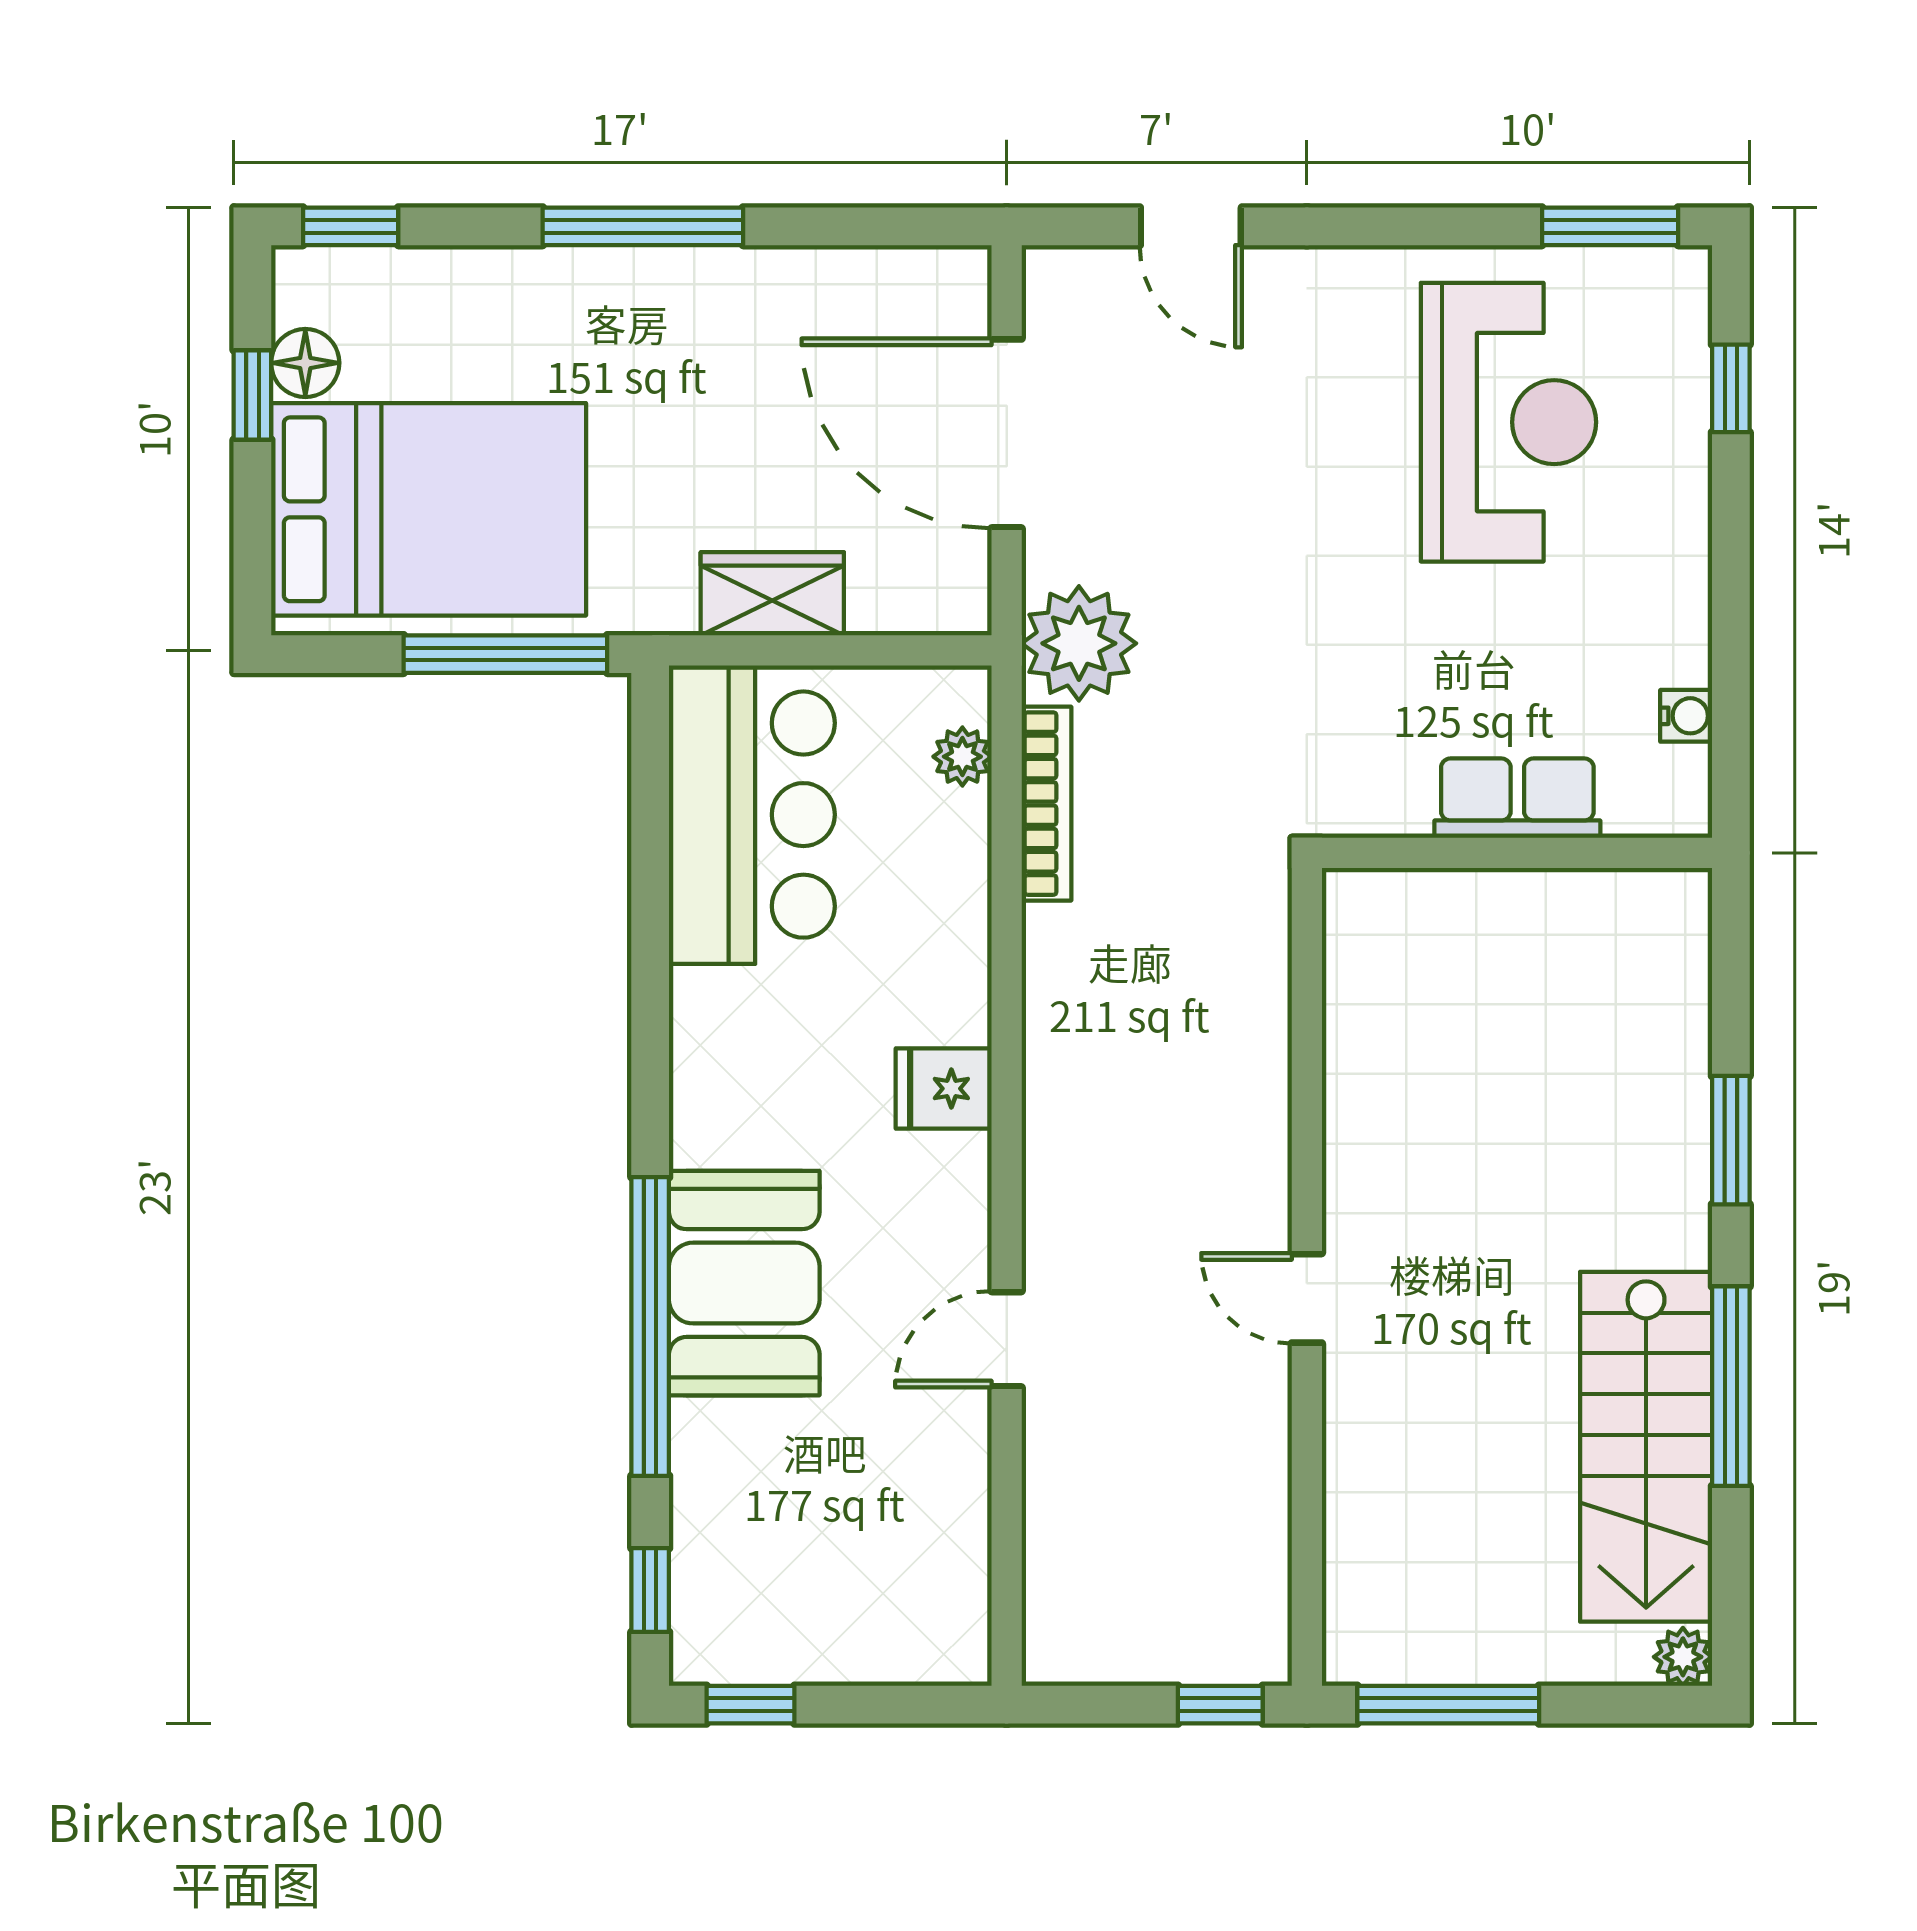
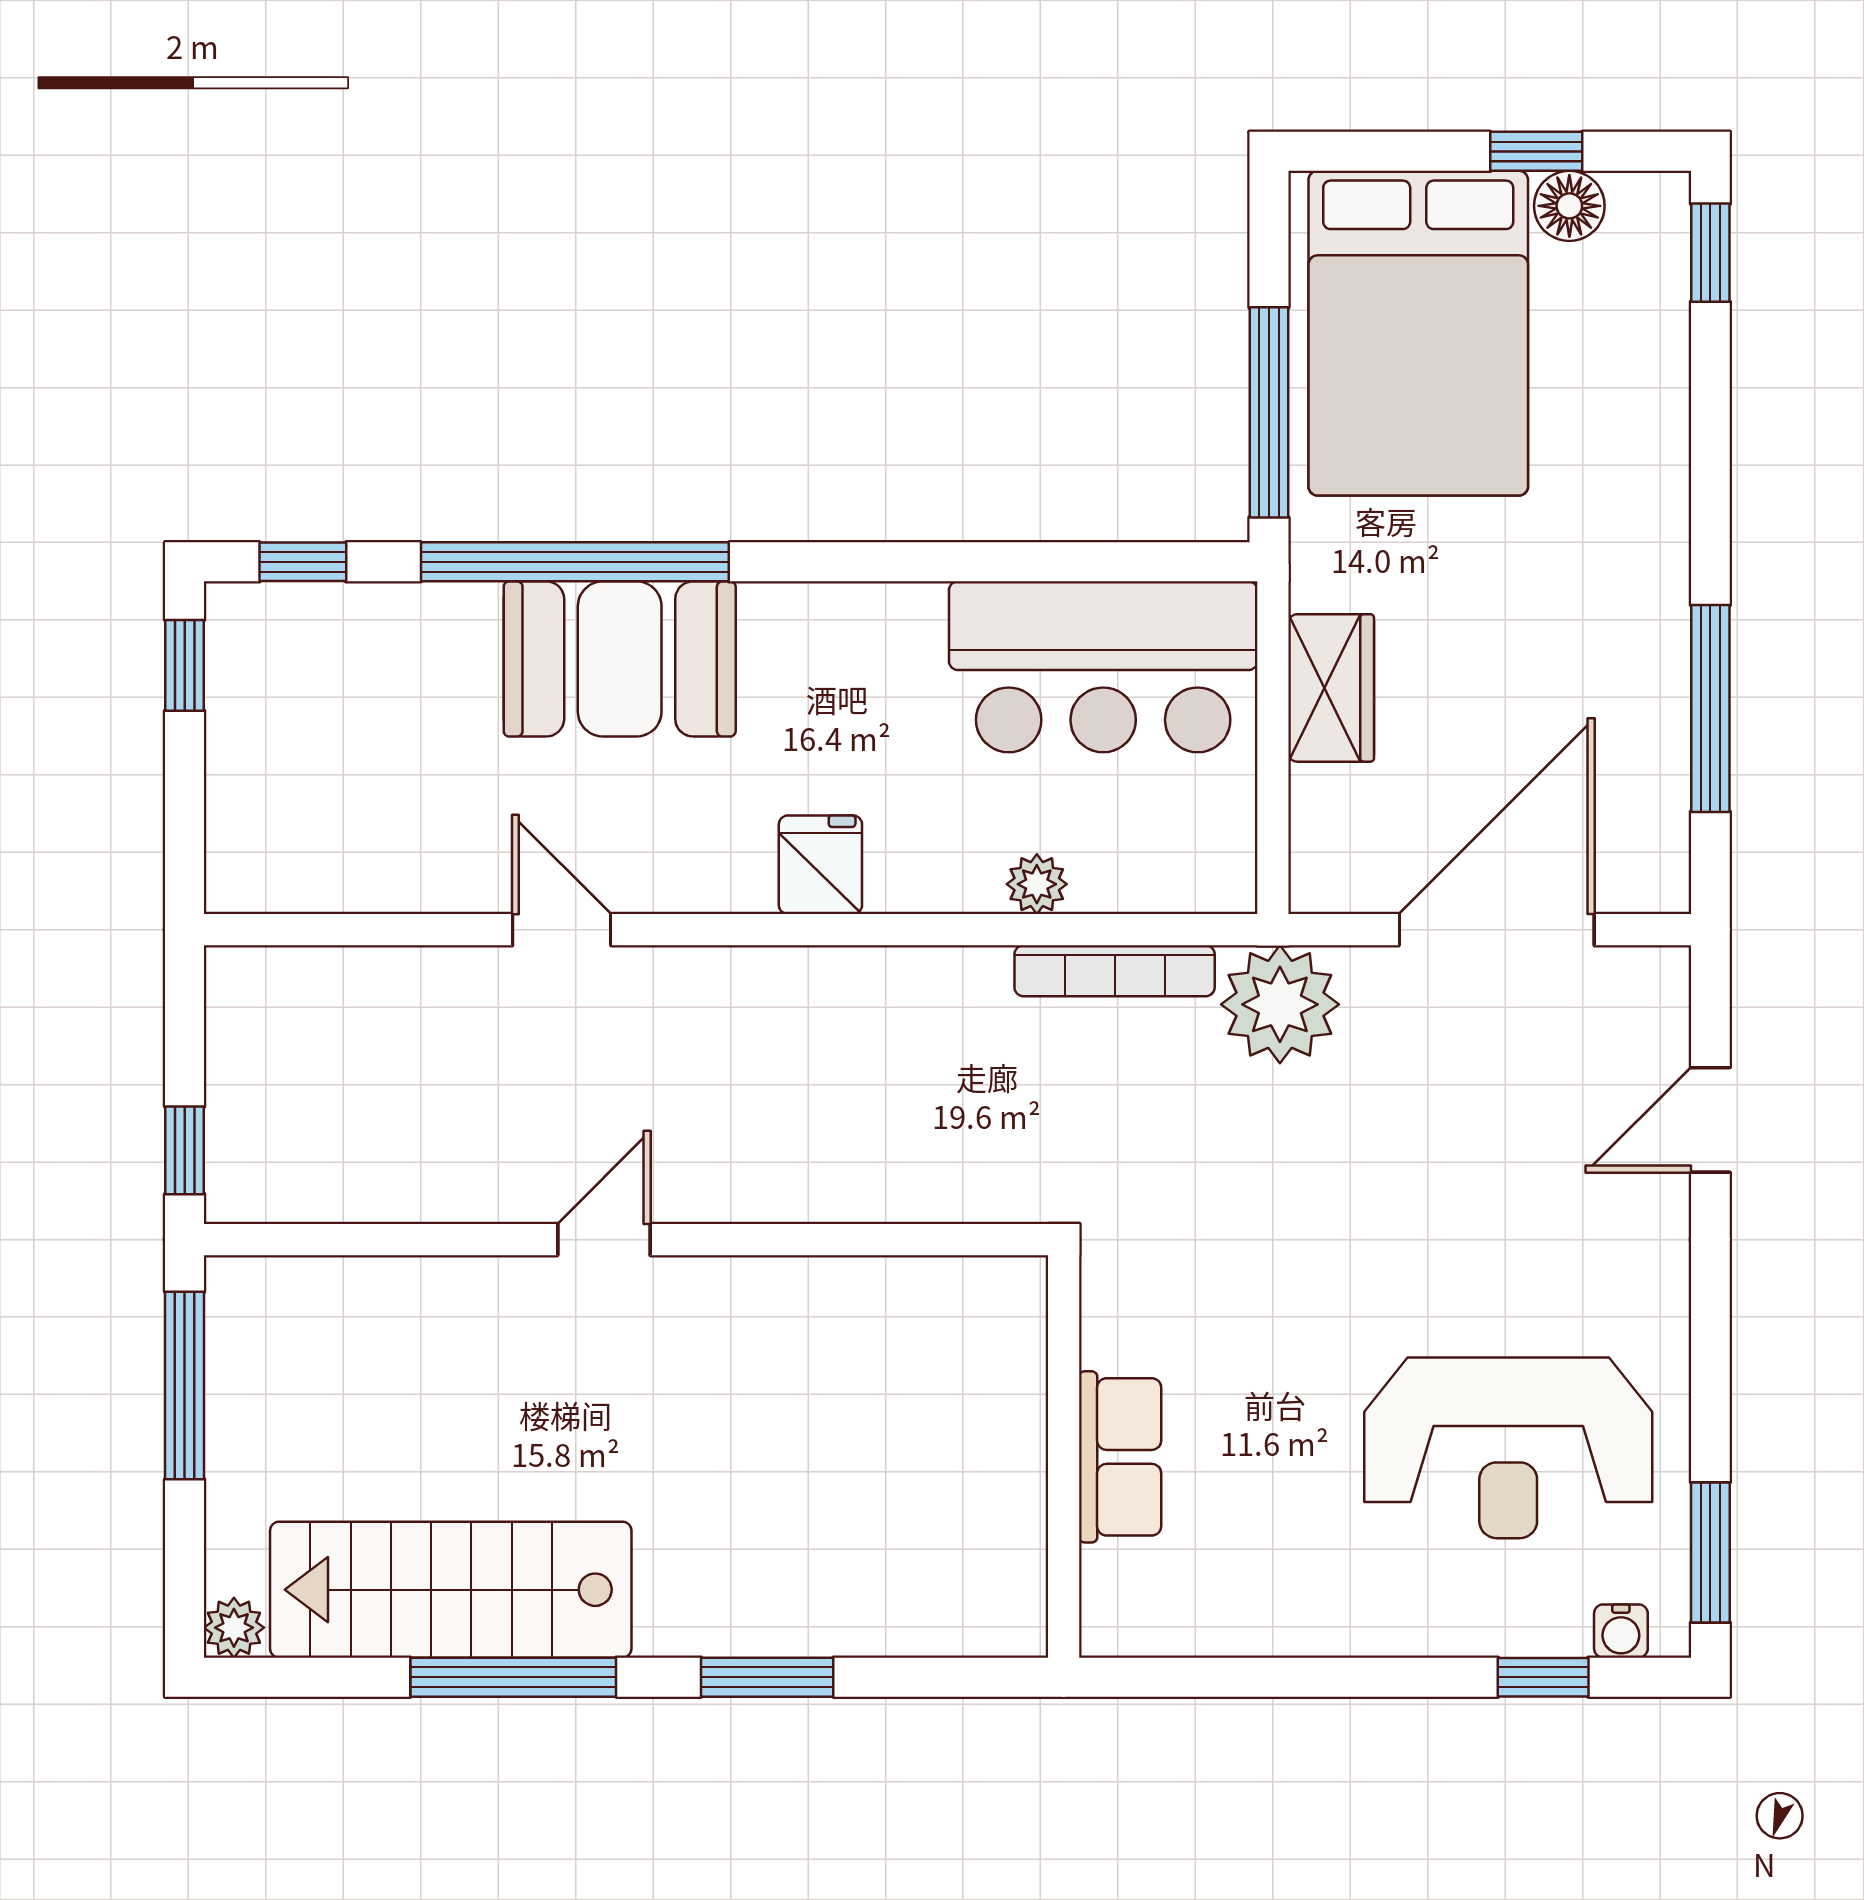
window: (643, 226) -> (1710, 708), moved
water cooler: (1686, 716) -> (1621, 1631), moved
plant: (962, 757) -> (1037, 884), moved

